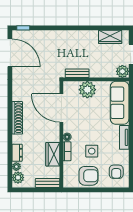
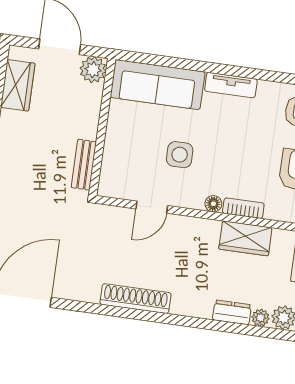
plant: (87, 90) -> (121, 148), removed
door: (61, 108) -> (152, 207), width x0.53
shoe rack: (17, 118) -> (136, 299), moved
side table: (92, 151) -> (180, 155), moved

